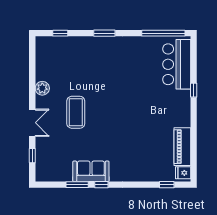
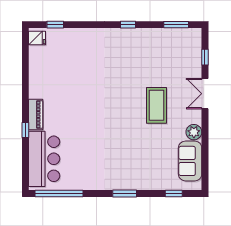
piano: (182, 147) -> (36, 115), moved, width x0.73, depth x0.75
sofa: (91, 171) -> (190, 161), moved, turned 90
window: (77, 185) -> (176, 25), moved

